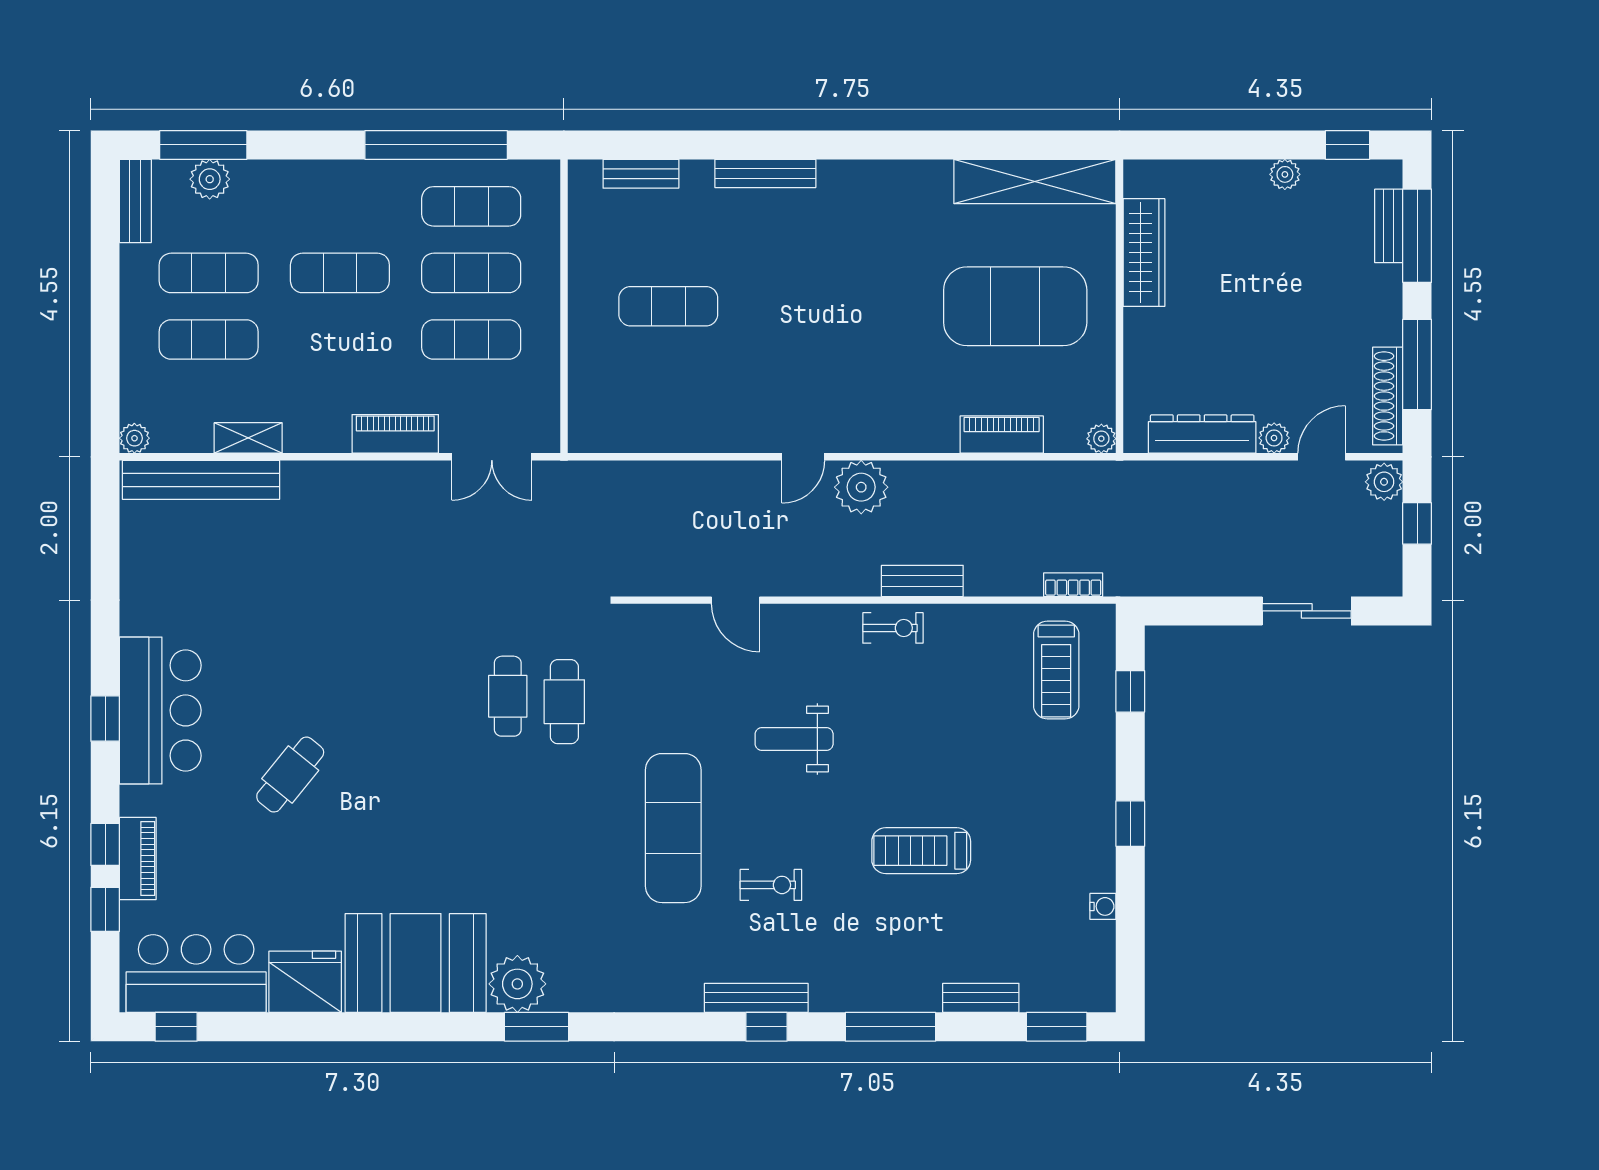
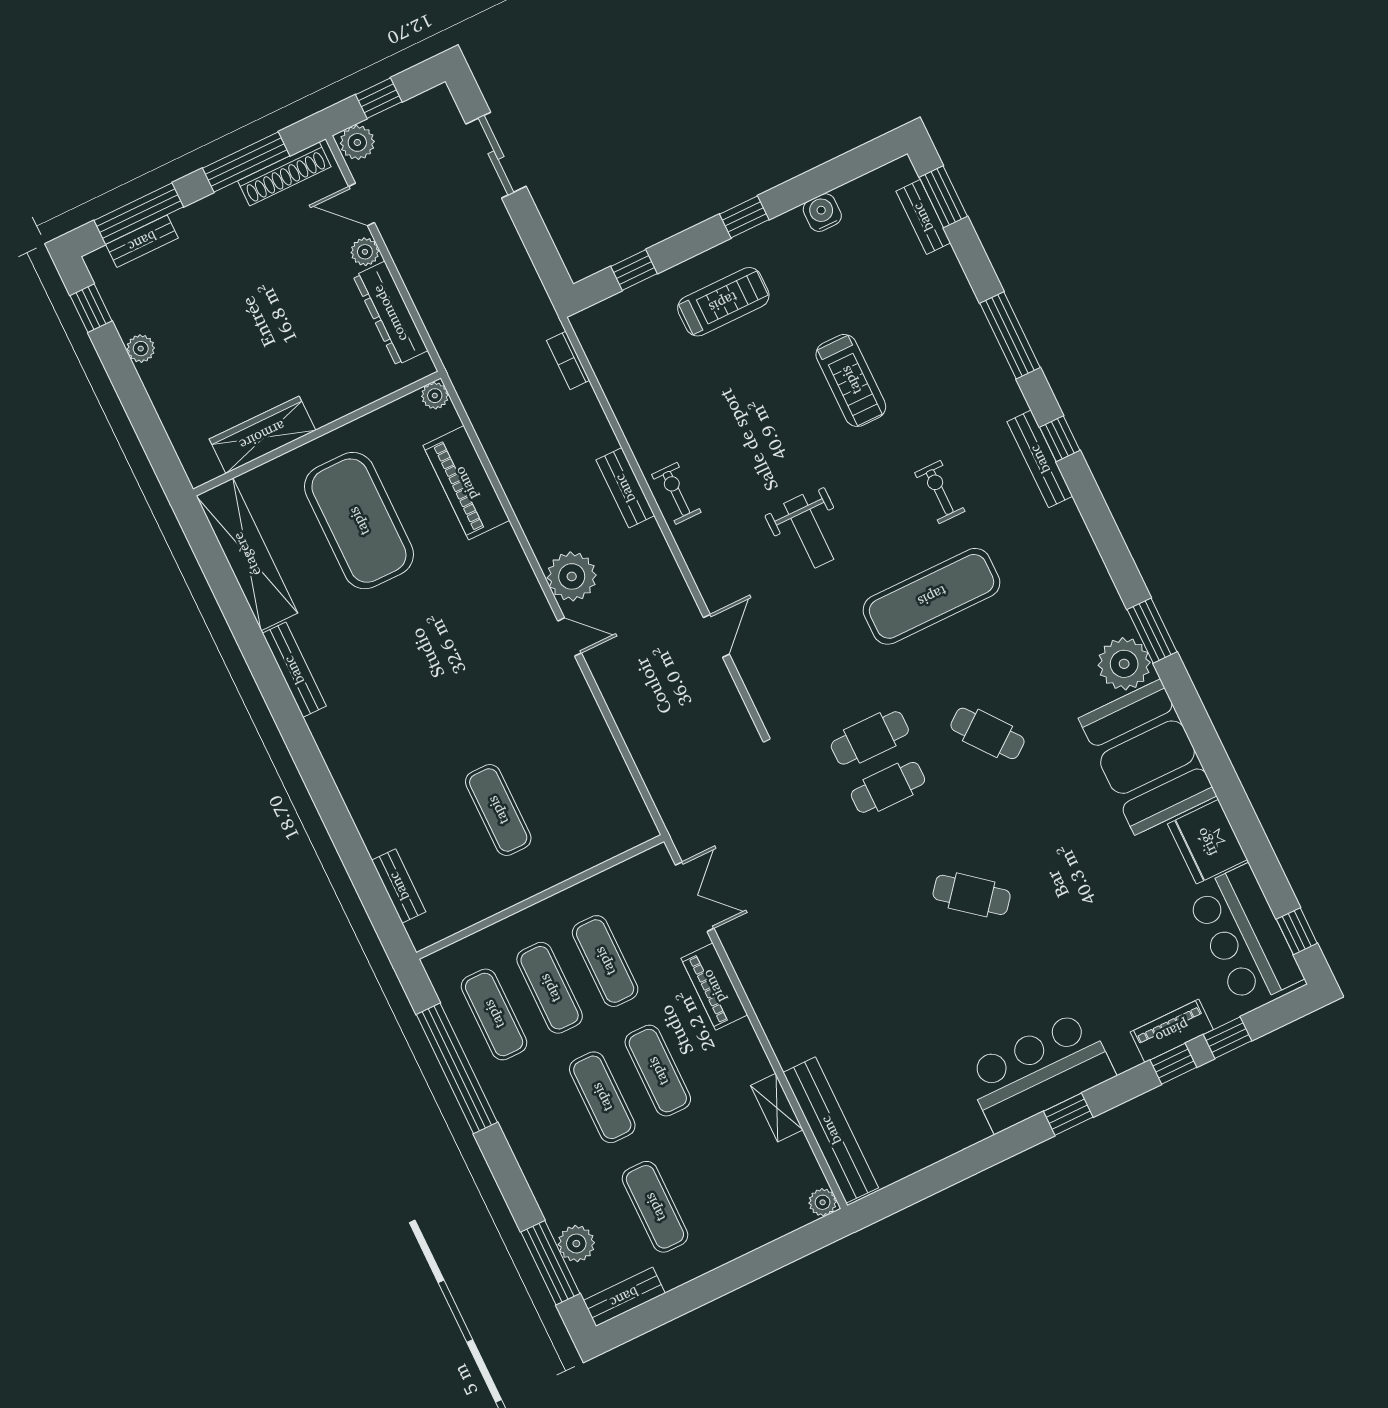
bench: (765, 173) -> (294, 670), moved
exercise mat: (209, 340) -> (658, 1071), moved
piano: (1002, 435) -> (466, 483), width x1.37, depth x1.33
treadmill: (1056, 670) -> (723, 302), moved
cafe table: (290, 775) -> (972, 895), moved
cafe table: (514, 818) -> (988, 733), added
water cooler: (1103, 906) -> (822, 213), width x1.38, depth x1.38
bench: (981, 998) -> (923, 217), moved

